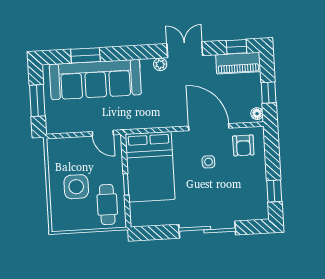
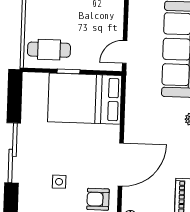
side table: (208, 162) -> (59, 182), moved
side table: (76, 187) -> (71, 19), removed

